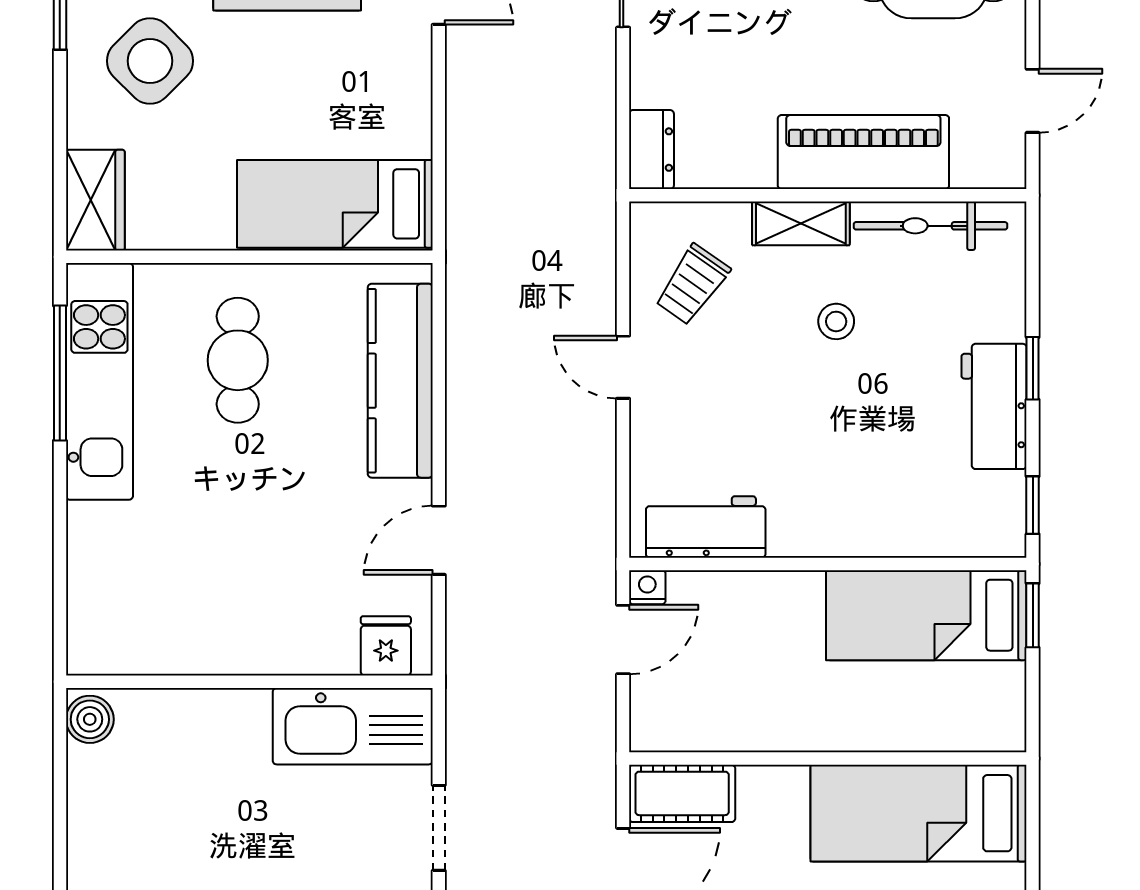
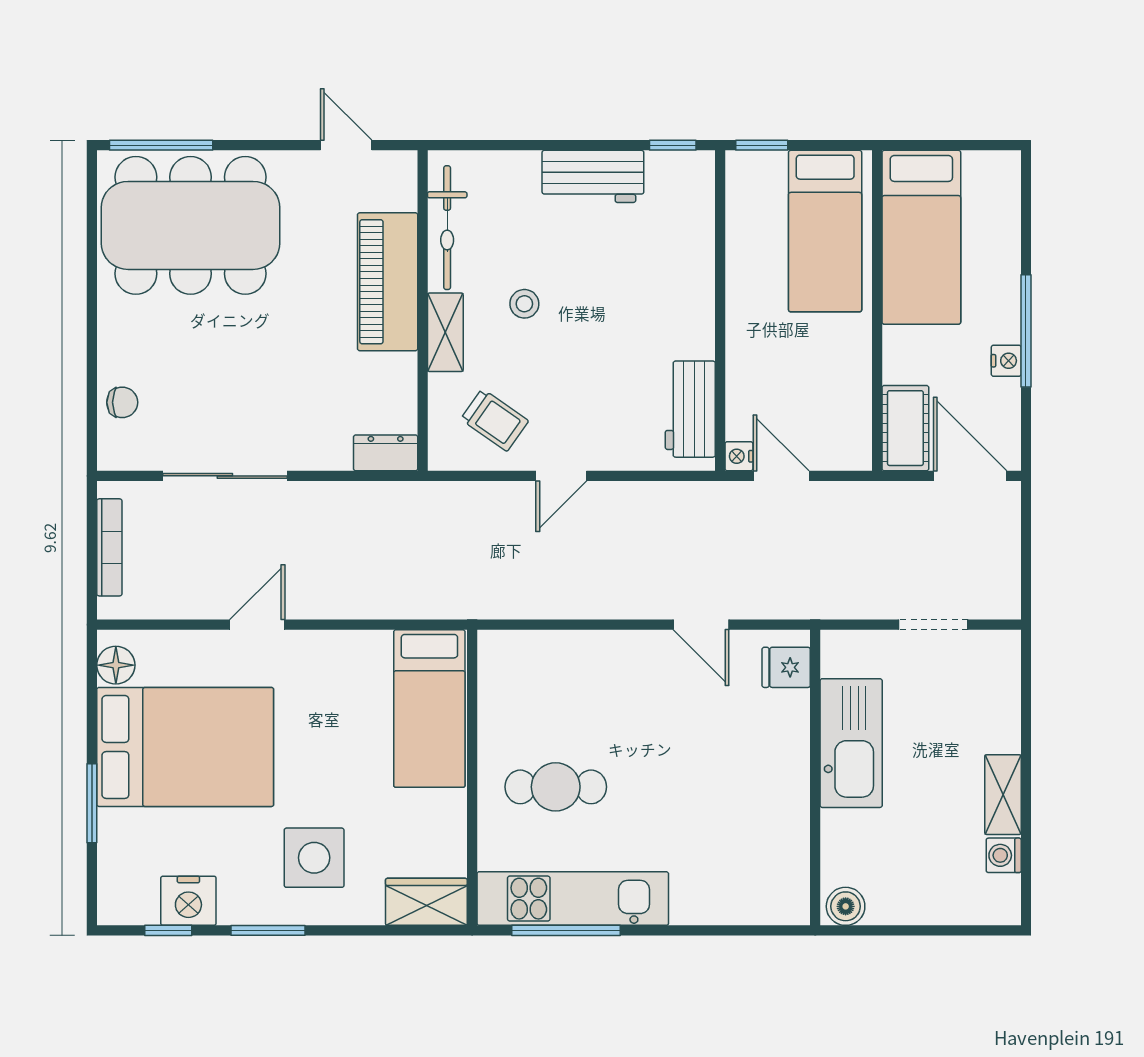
side table: (150, 61) -> (314, 858), turned 45
window: (1033, 368) -> (562, 145), removed
kitchen counter: (400, 381) -> (572, 656), removed
bed: (926, 615) -> (825, 231), moved
kitchen sink: (353, 726) -> (851, 743), moved

